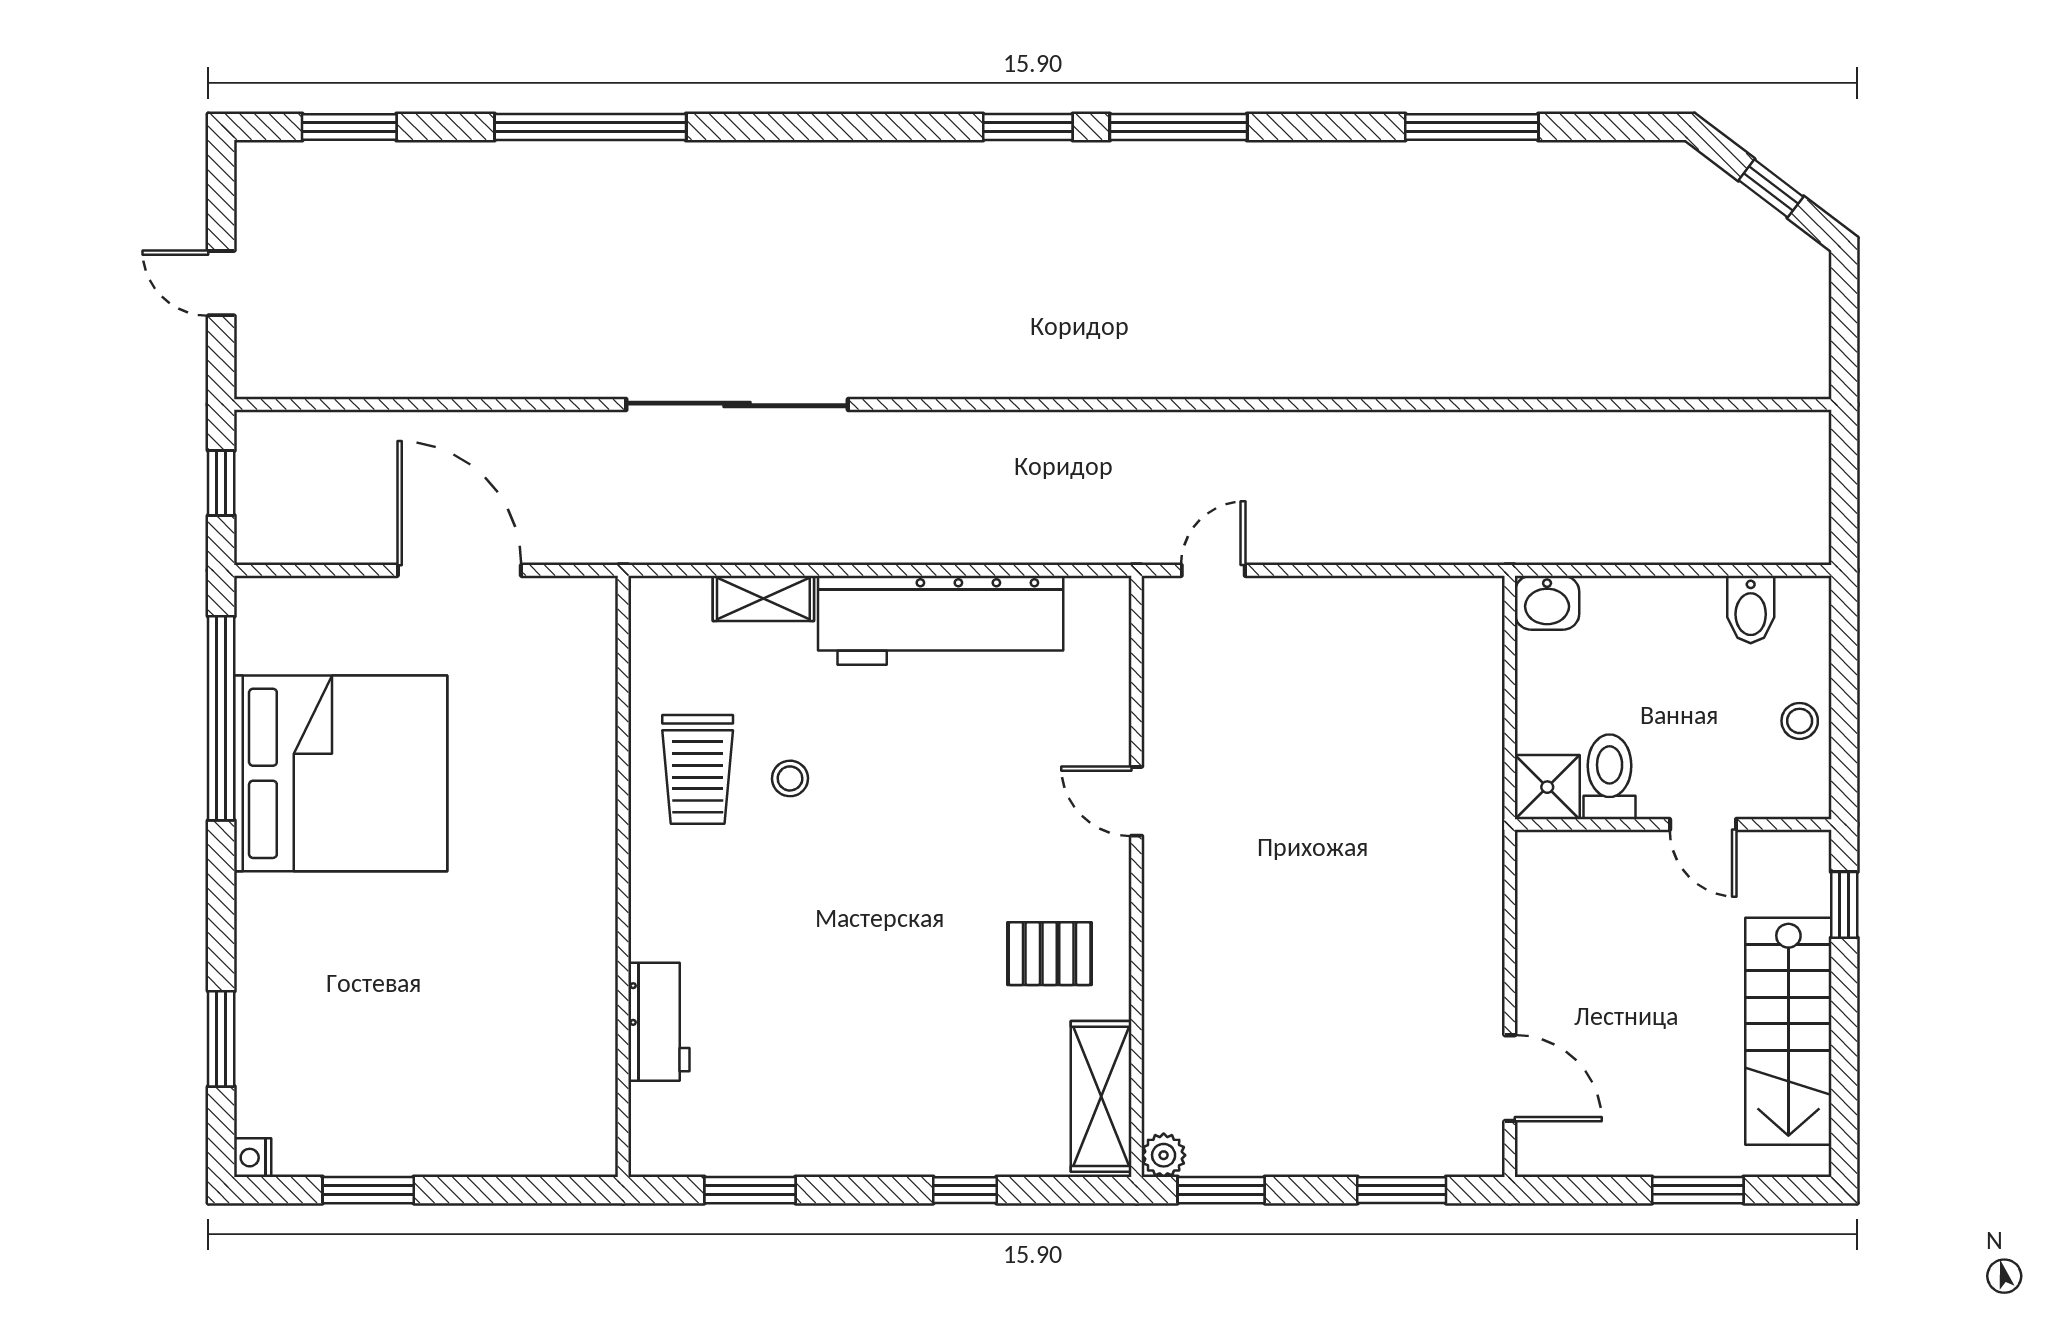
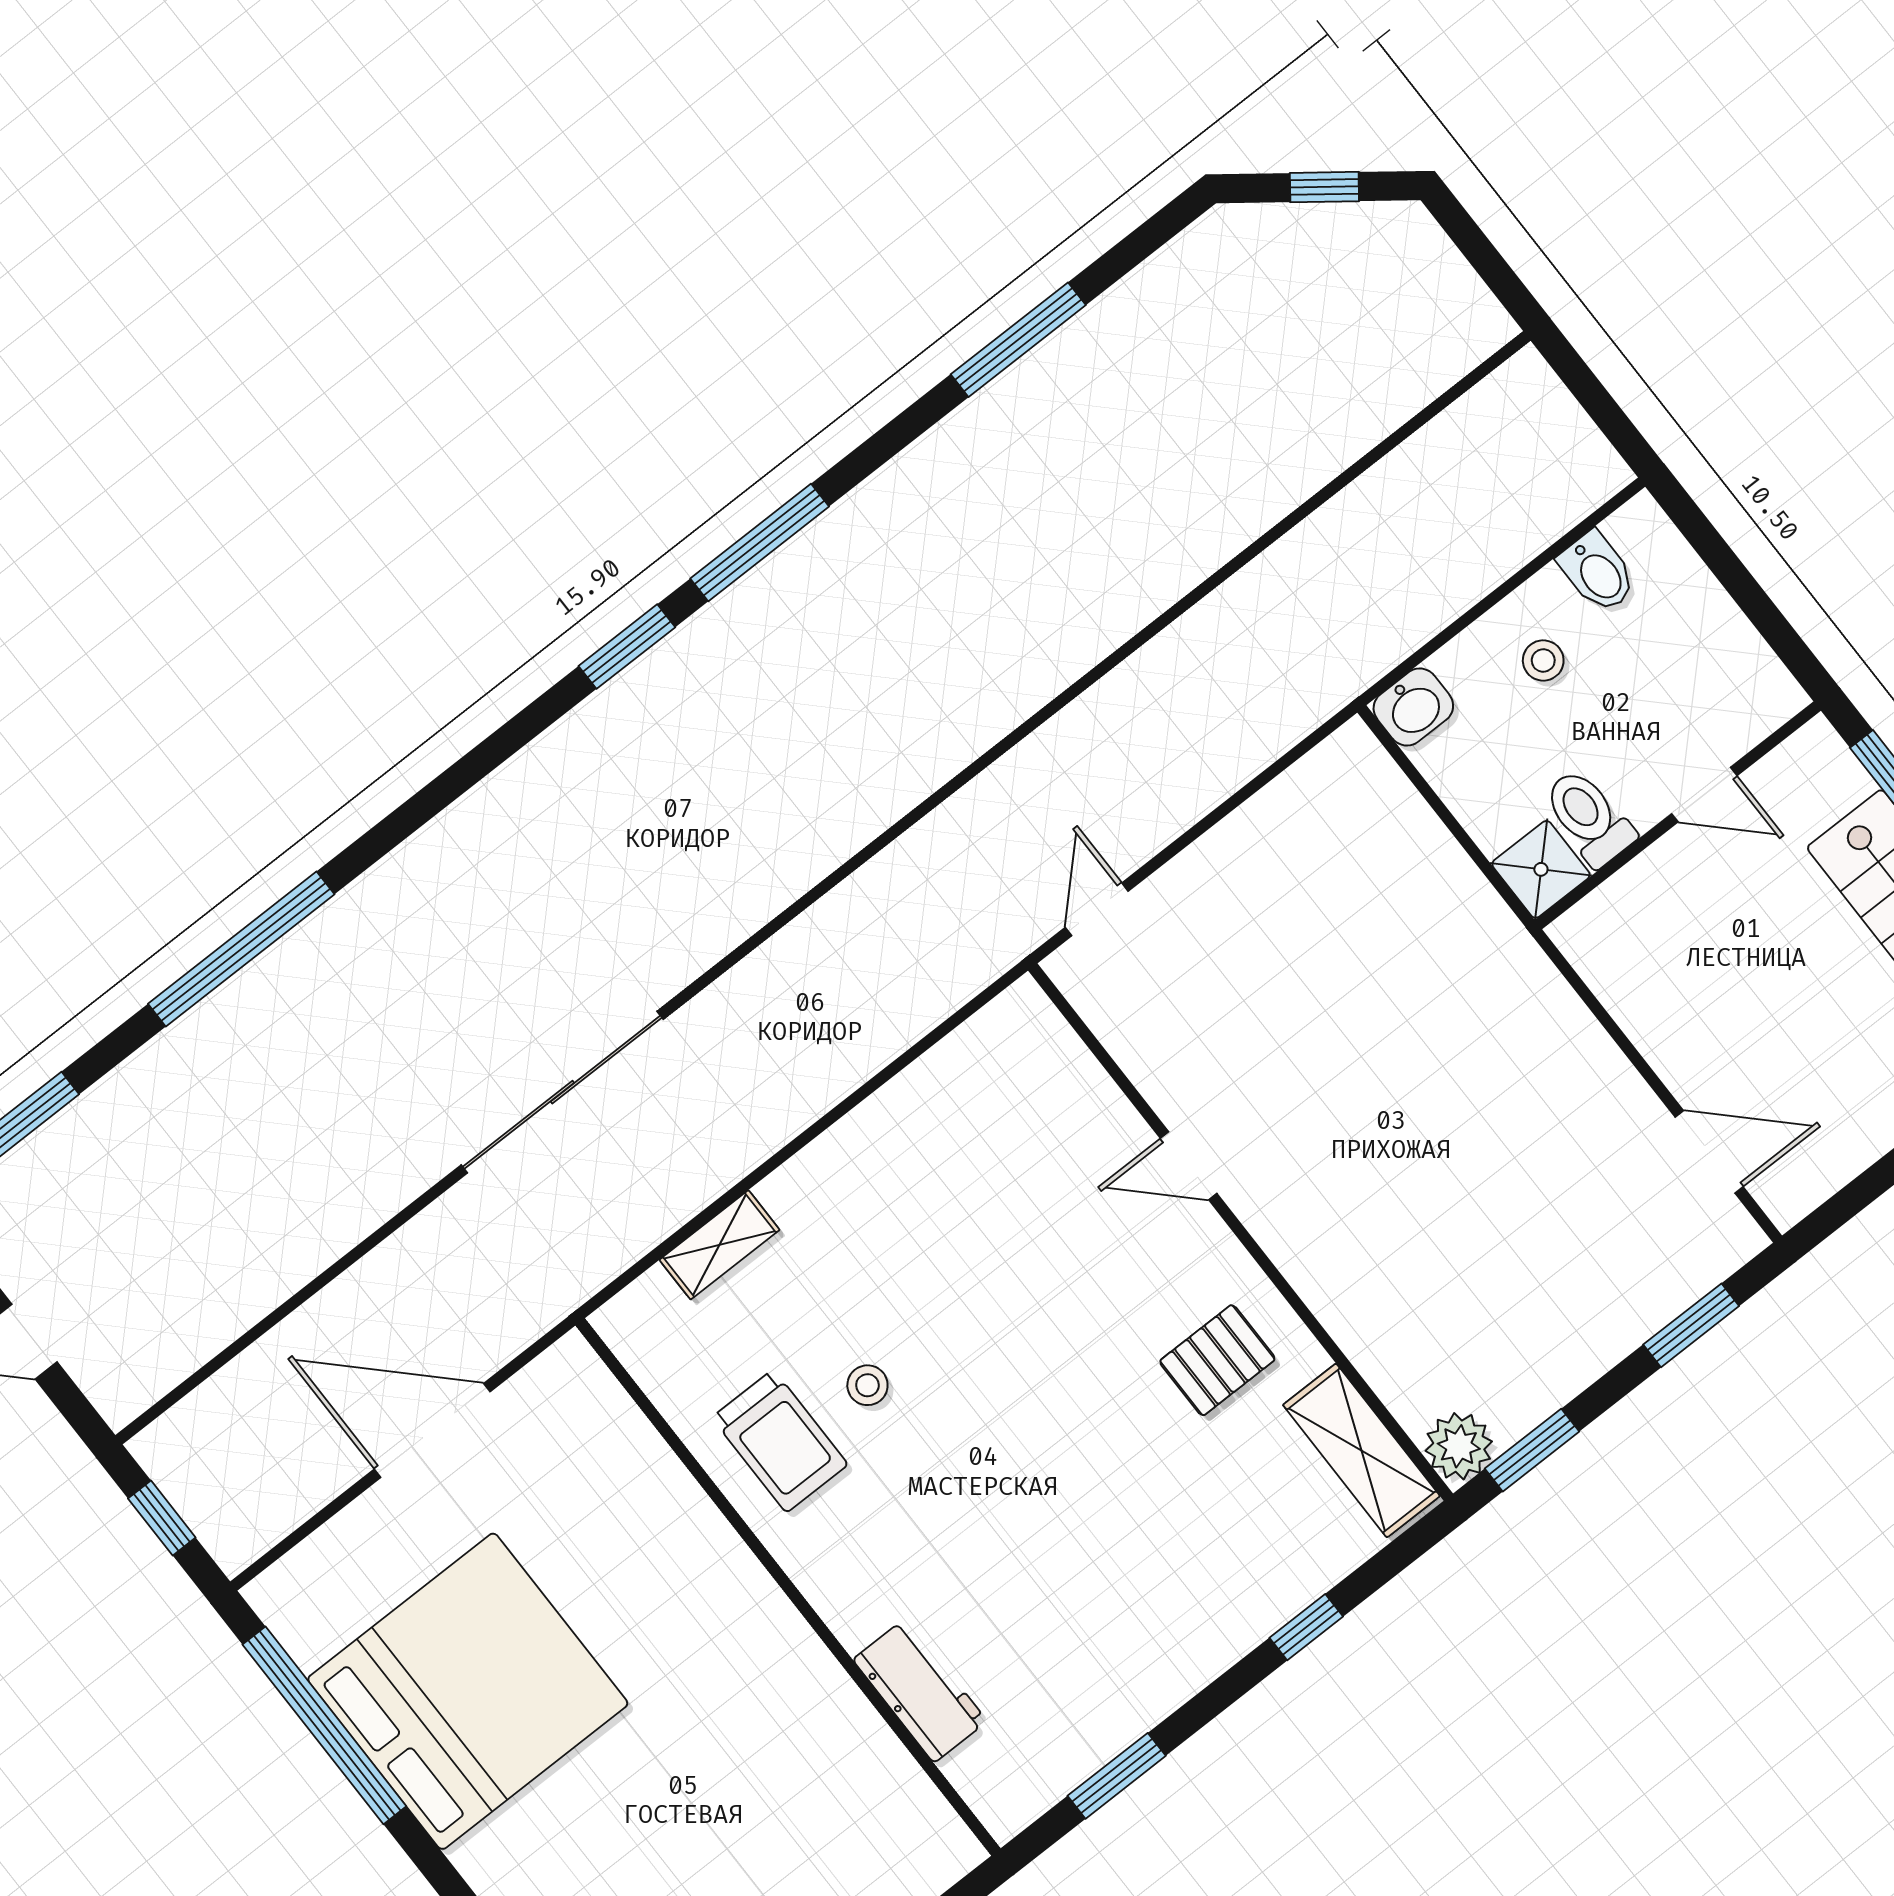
workbench: (941, 620) -> (891, 1142), removed
stool: (1800, 721) -> (1543, 661), moved
plant: (1164, 1155) -> (1459, 1446), width x1.38, depth x1.38

